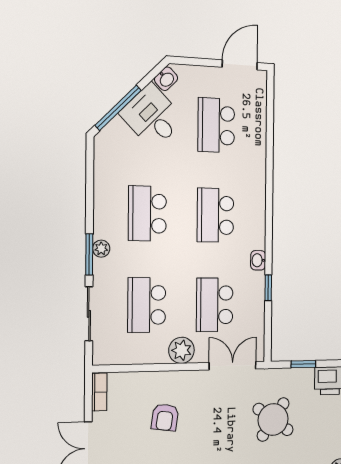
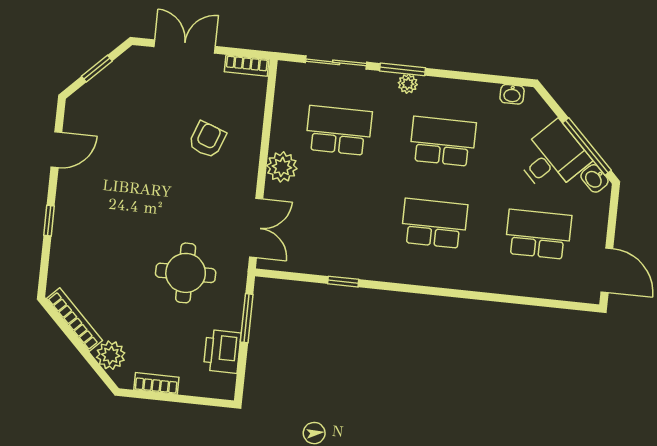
window: (118, 108) -> (587, 147), moved
washbasin: (258, 260) -> (512, 94), moved, turned 180
school desk: (215, 305) -> (330, 212), removed
window: (303, 364) -> (247, 318), width x1.50
armchair: (165, 417) -> (207, 140), turned 102
round table: (273, 419) -> (186, 273), turned -35

